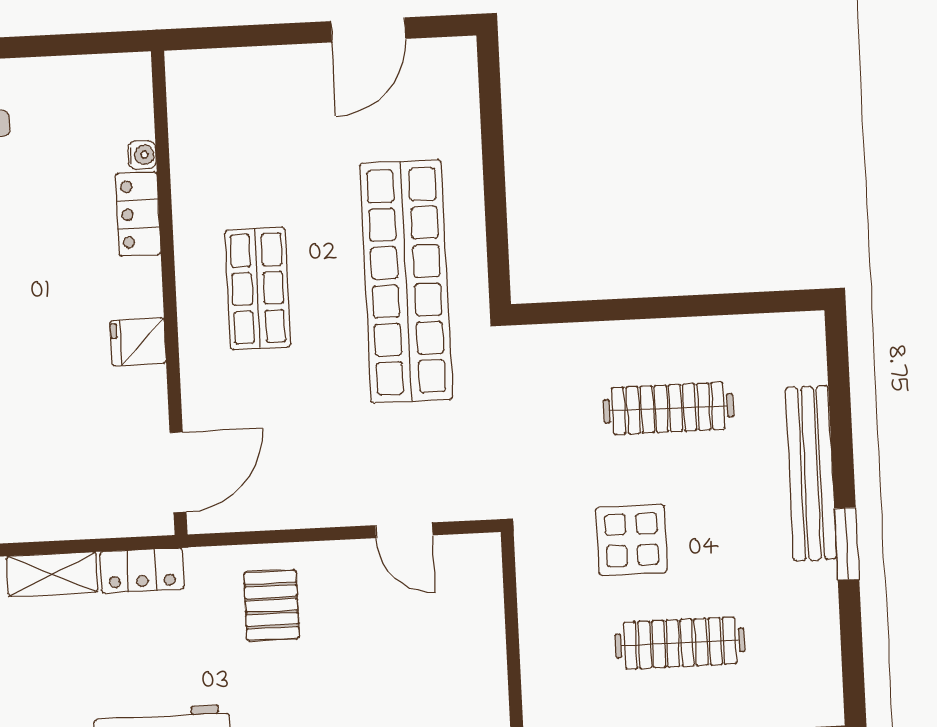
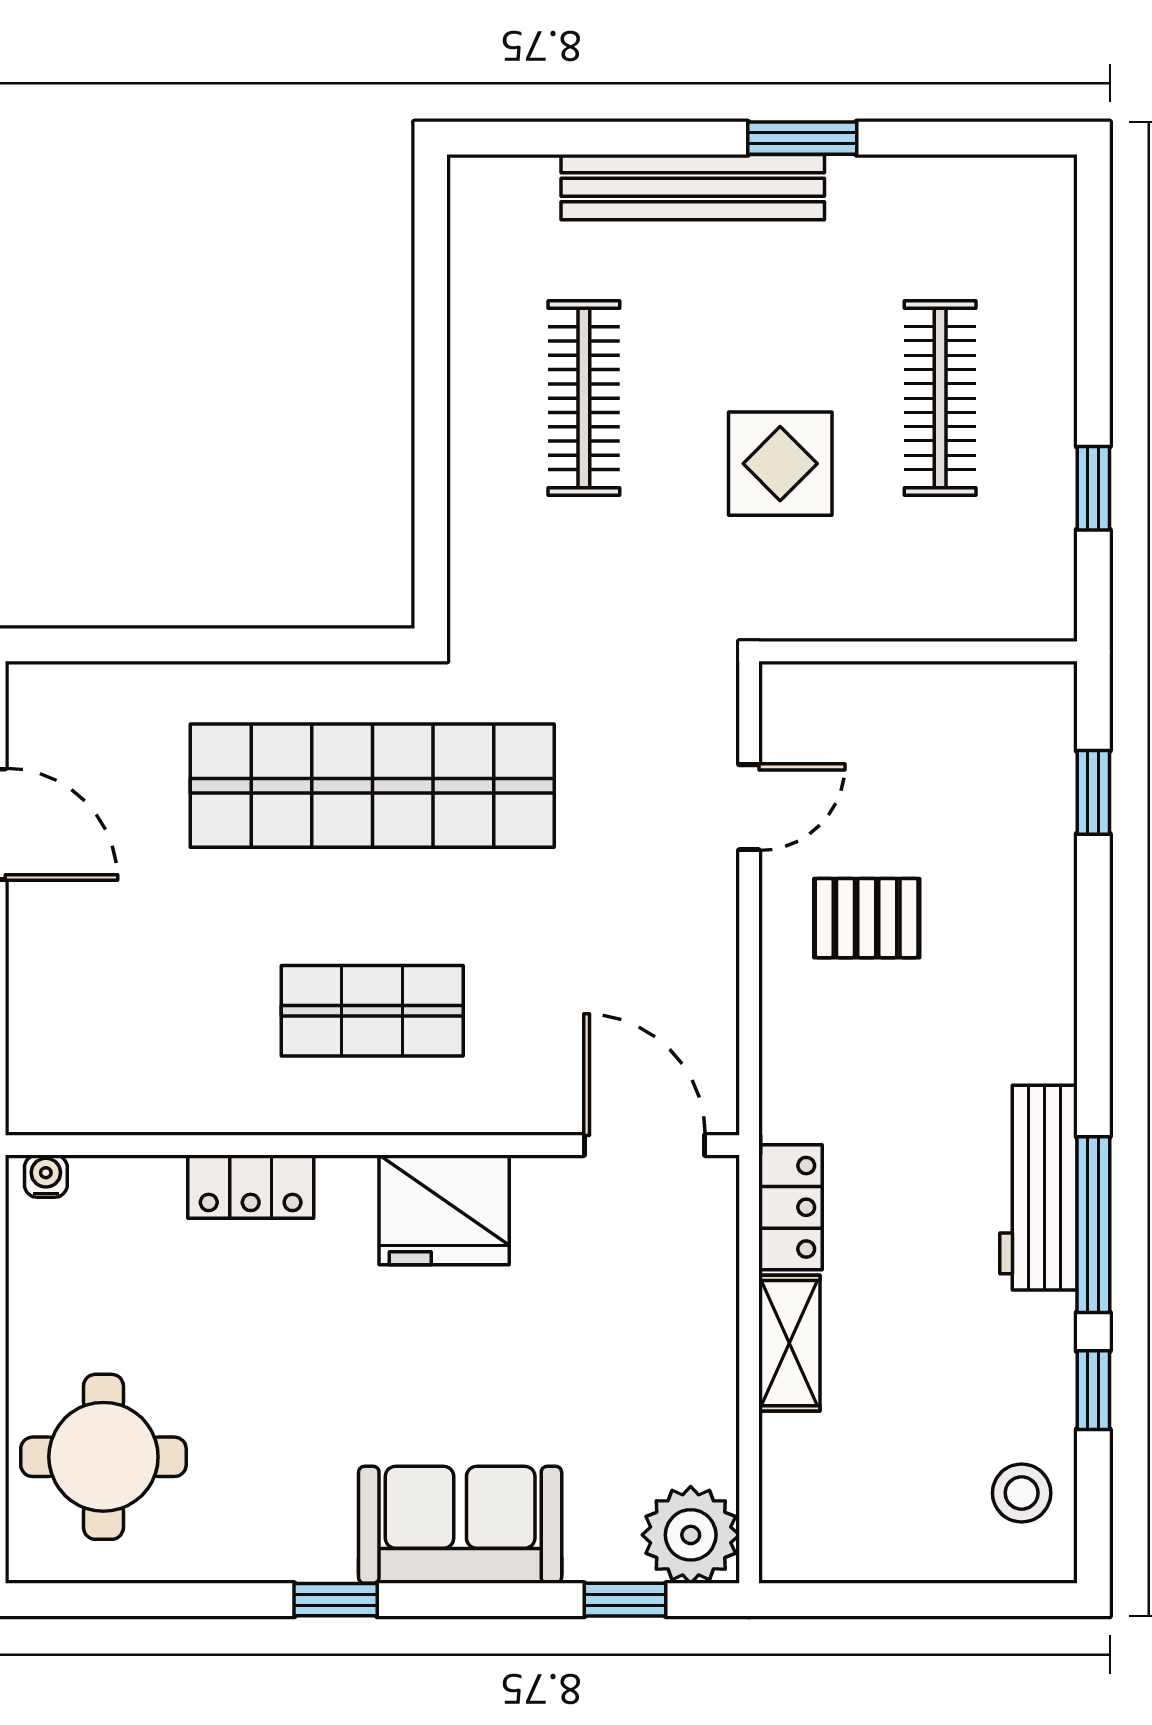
water cooler: (142, 155) -> (46, 1176), moved
fridge: (138, 342) -> (444, 1210), width x1.88, depth x1.34
pallet: (271, 605) -> (867, 918), moved

